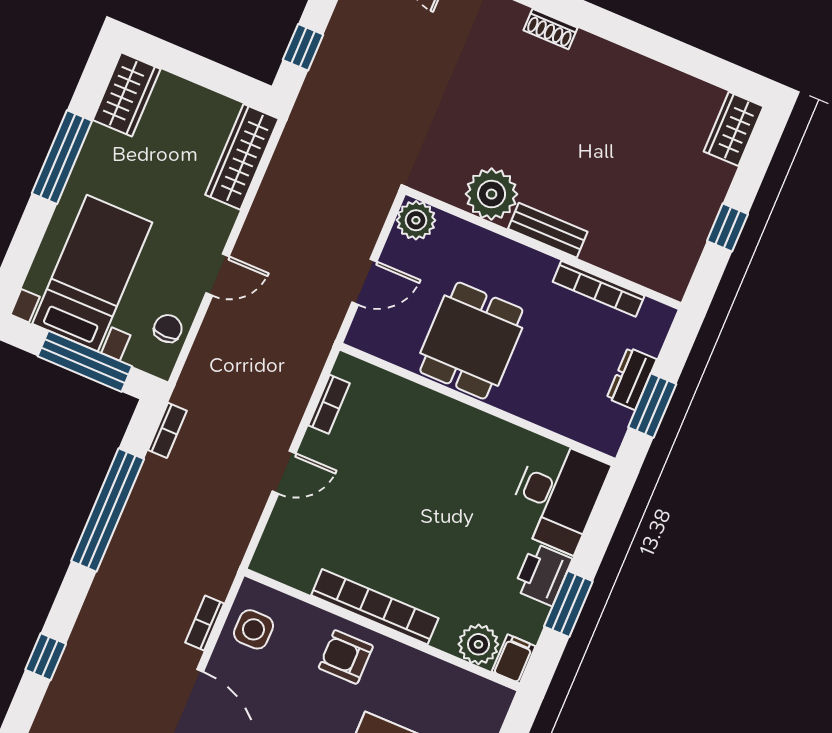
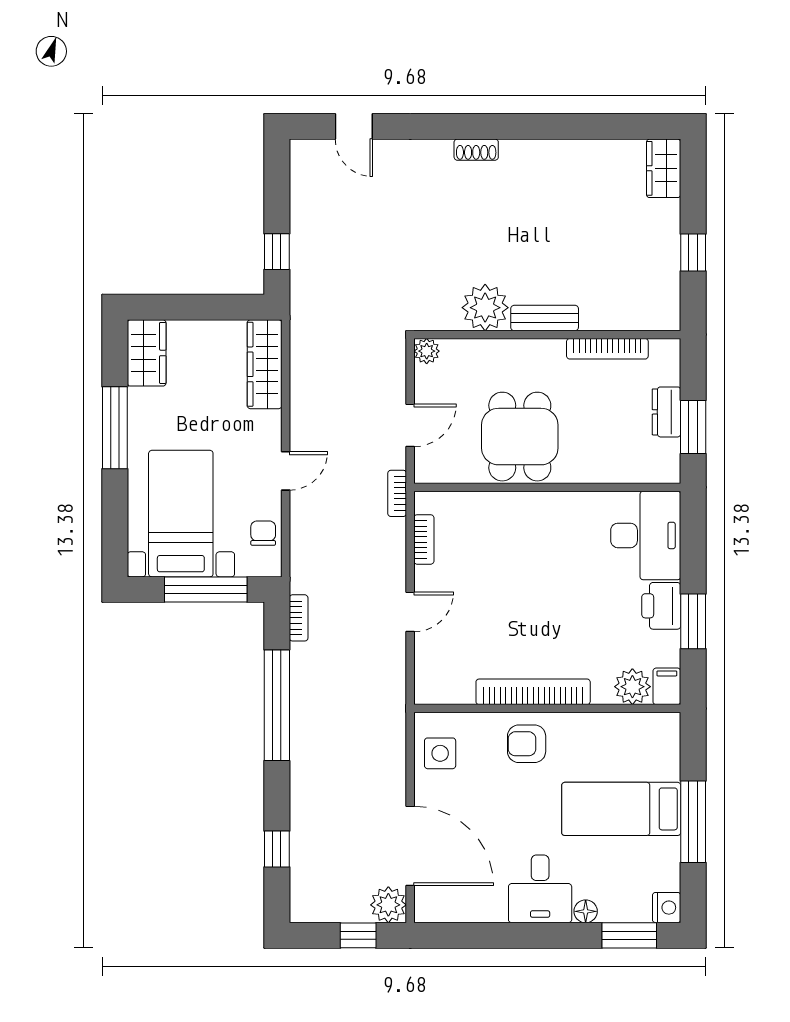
plant: (416, 220) -> (427, 351), width x0.73, depth x0.73
bookcase: (205, 623) -> (397, 493), moved

